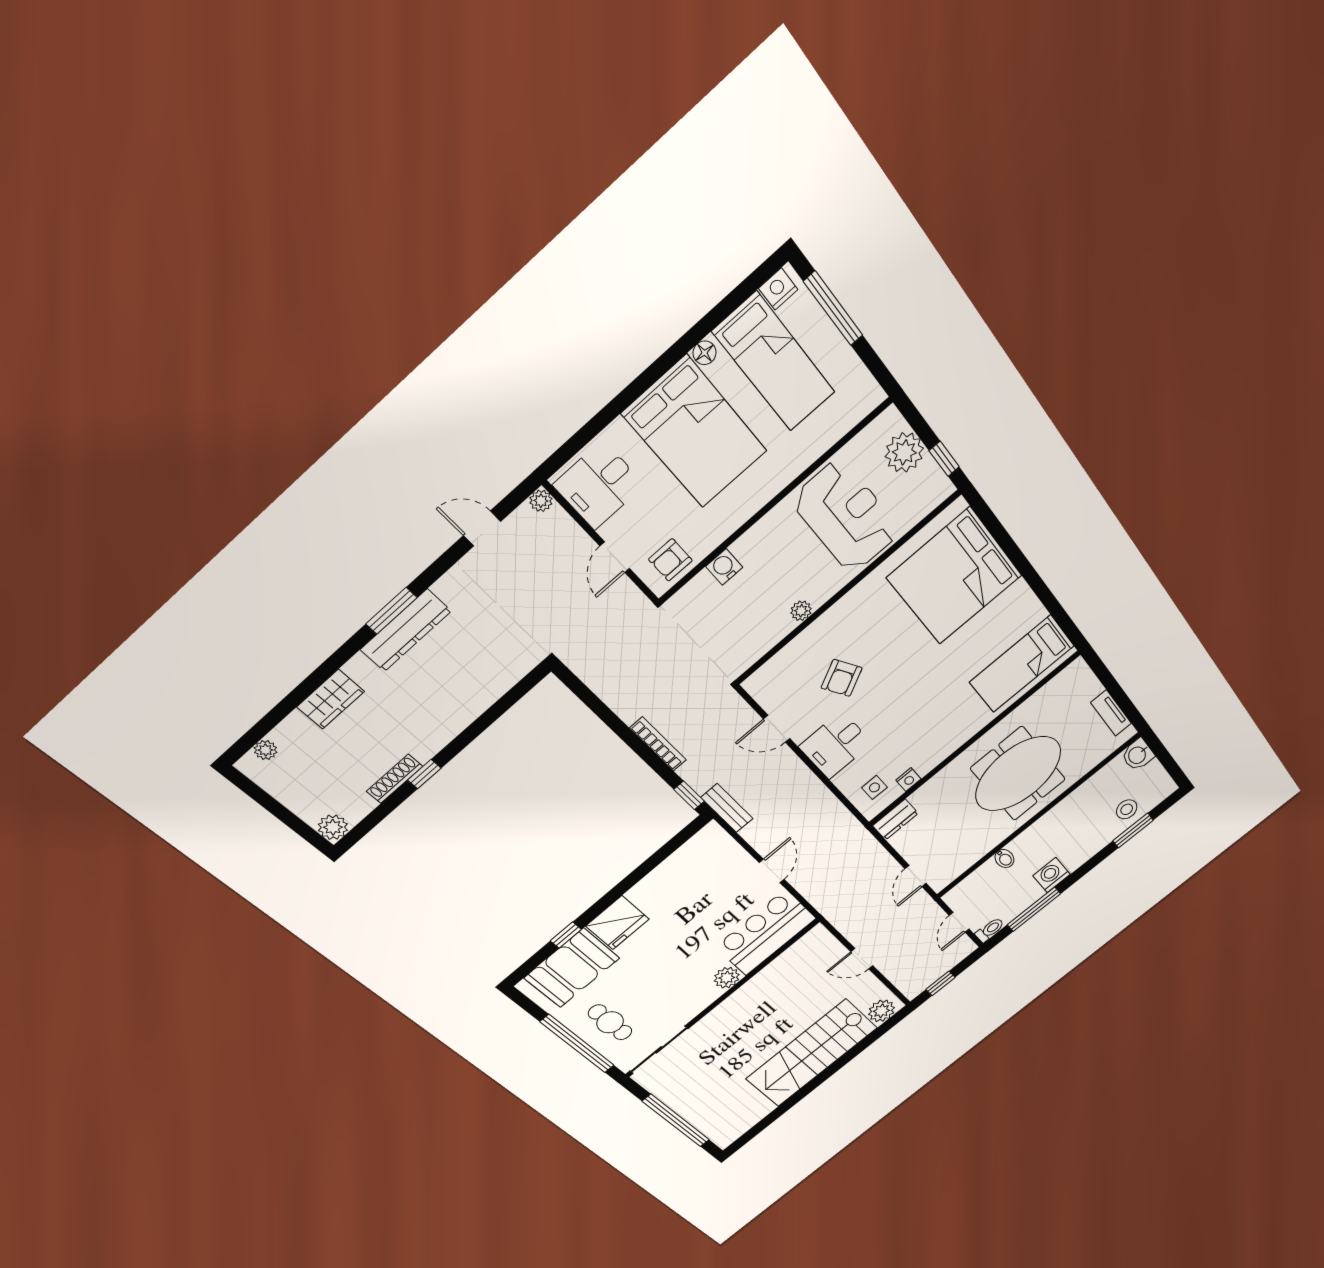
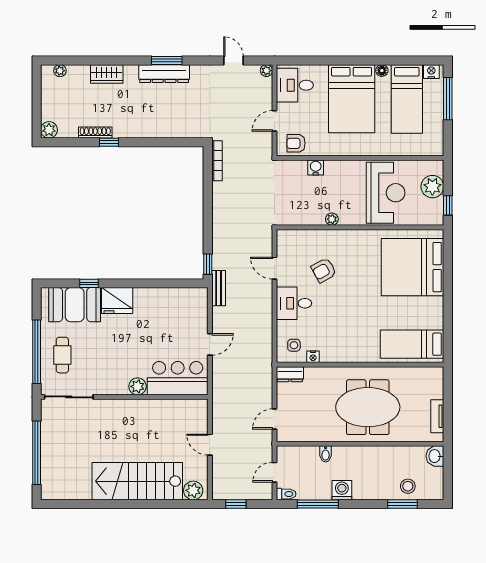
bookcase: (658, 744) -> (217, 161), moved

